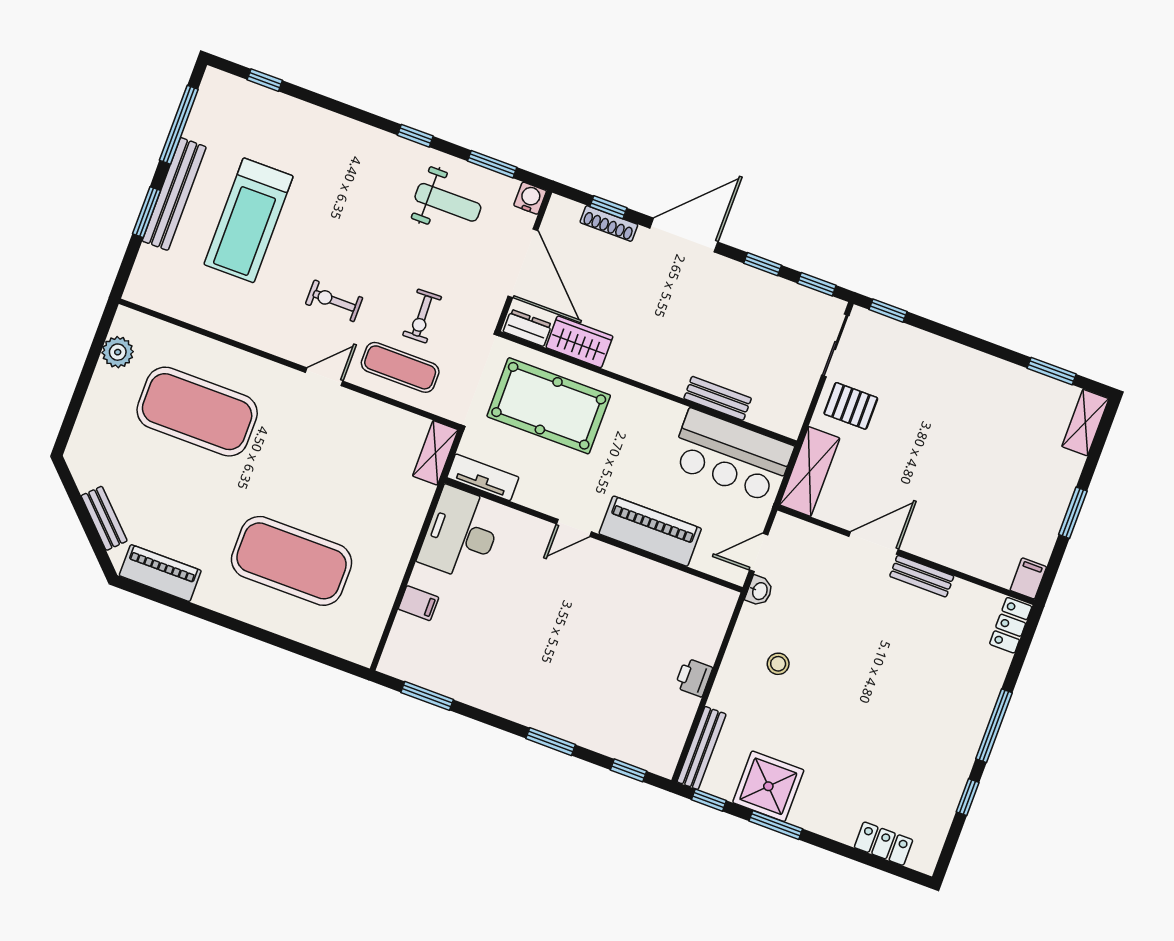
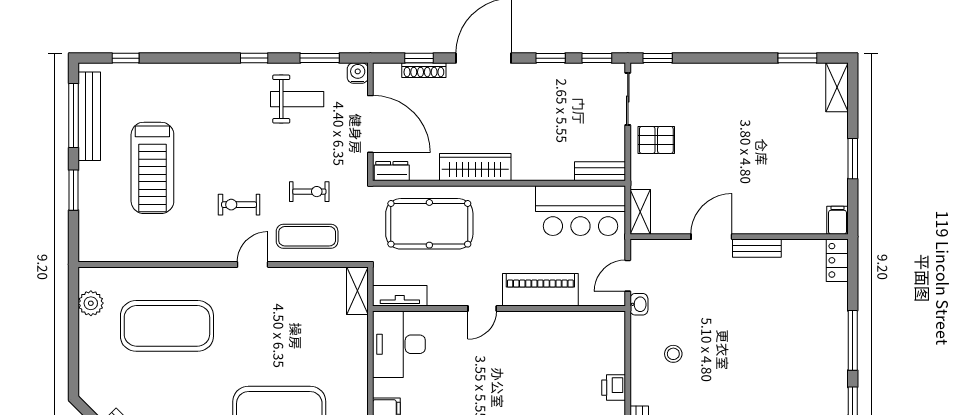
bench: (174, 194) -> (89, 116), moved
exercise bike: (422, 316) -> (309, 192), turned -88
wardrobe: (579, 342) -> (475, 167), moved, width x1.50
bench: (718, 398) -> (600, 171), moved
shelving: (810, 471) -> (640, 212), width x0.67, depth x0.75

